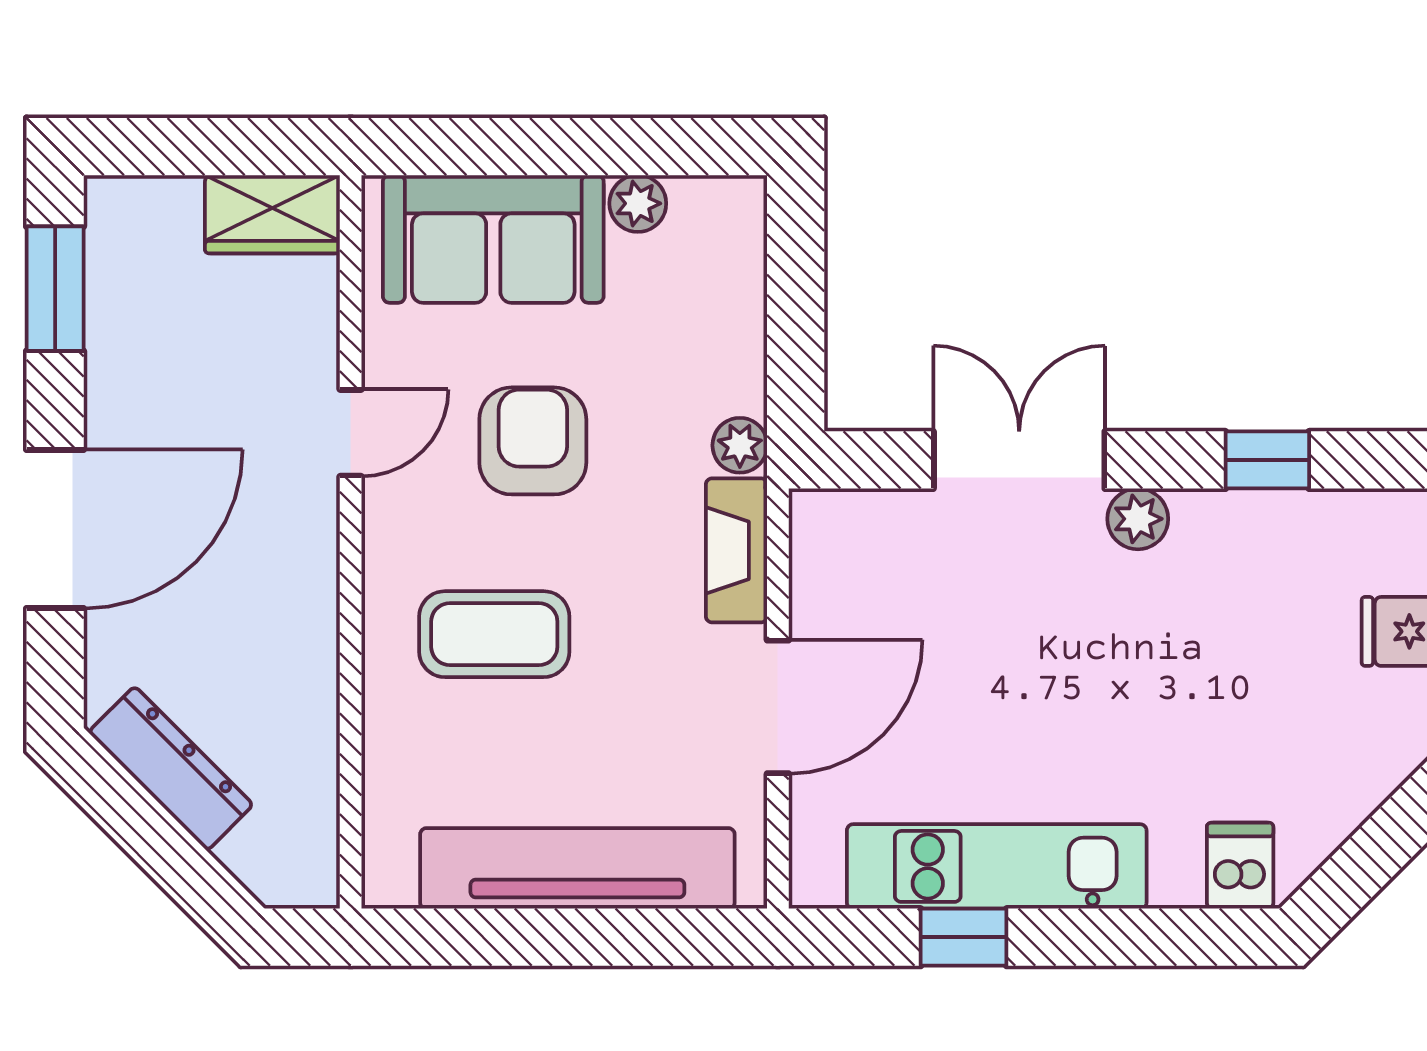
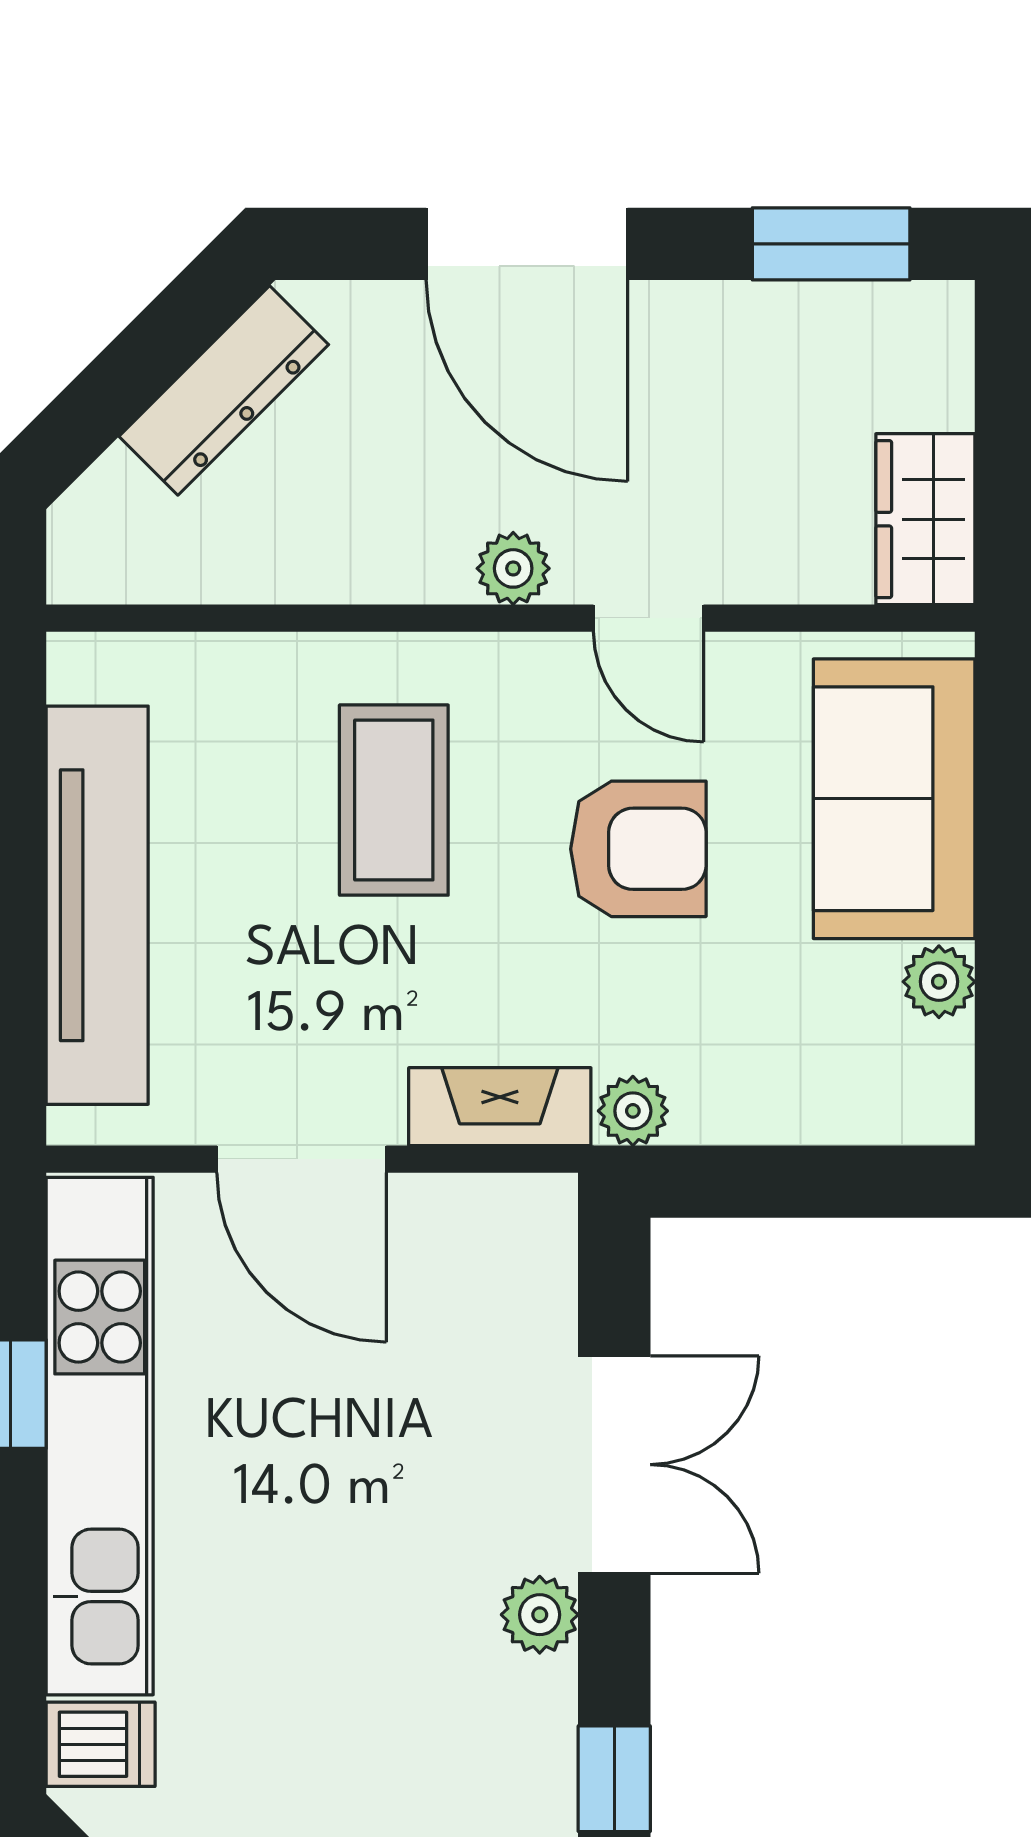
plant: (311, 540) -> (513, 568), added
kitchen unit: (997, 866) -> (100, 1436), width x1.36

